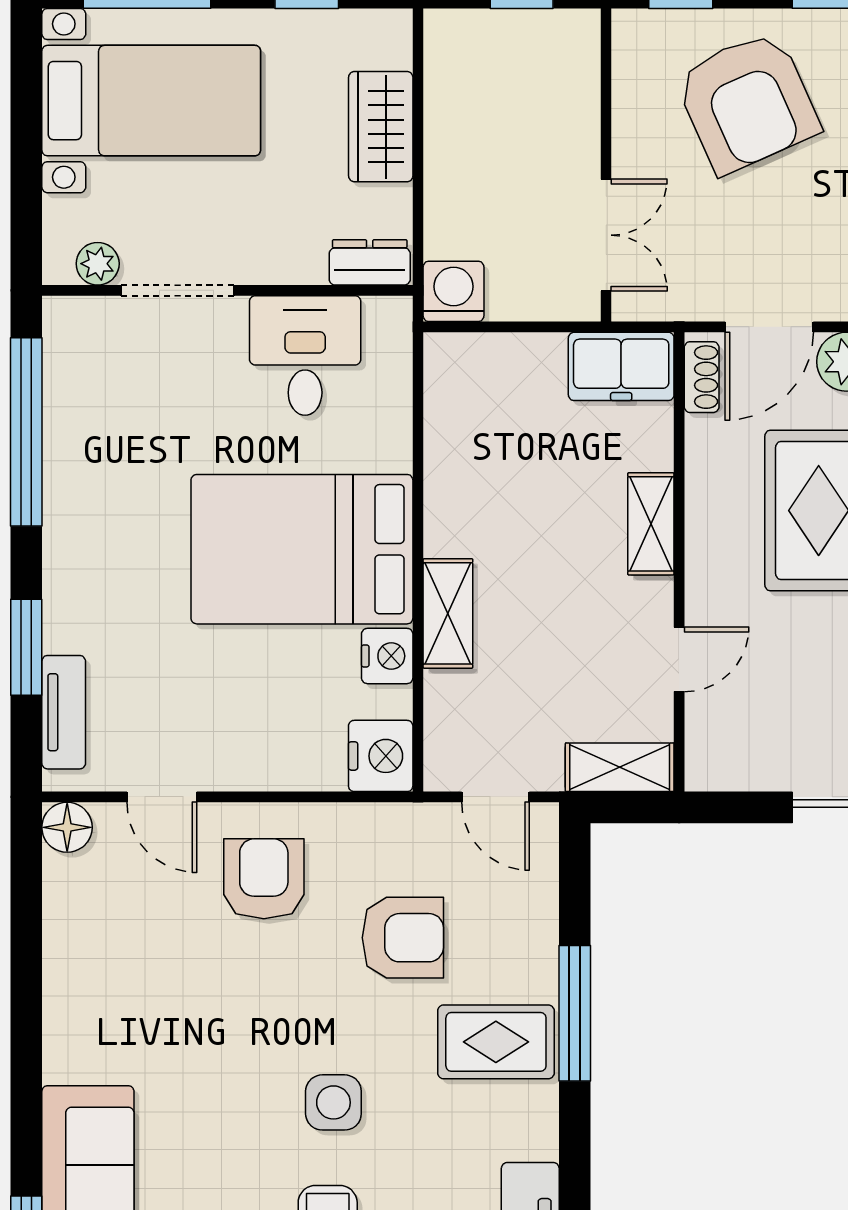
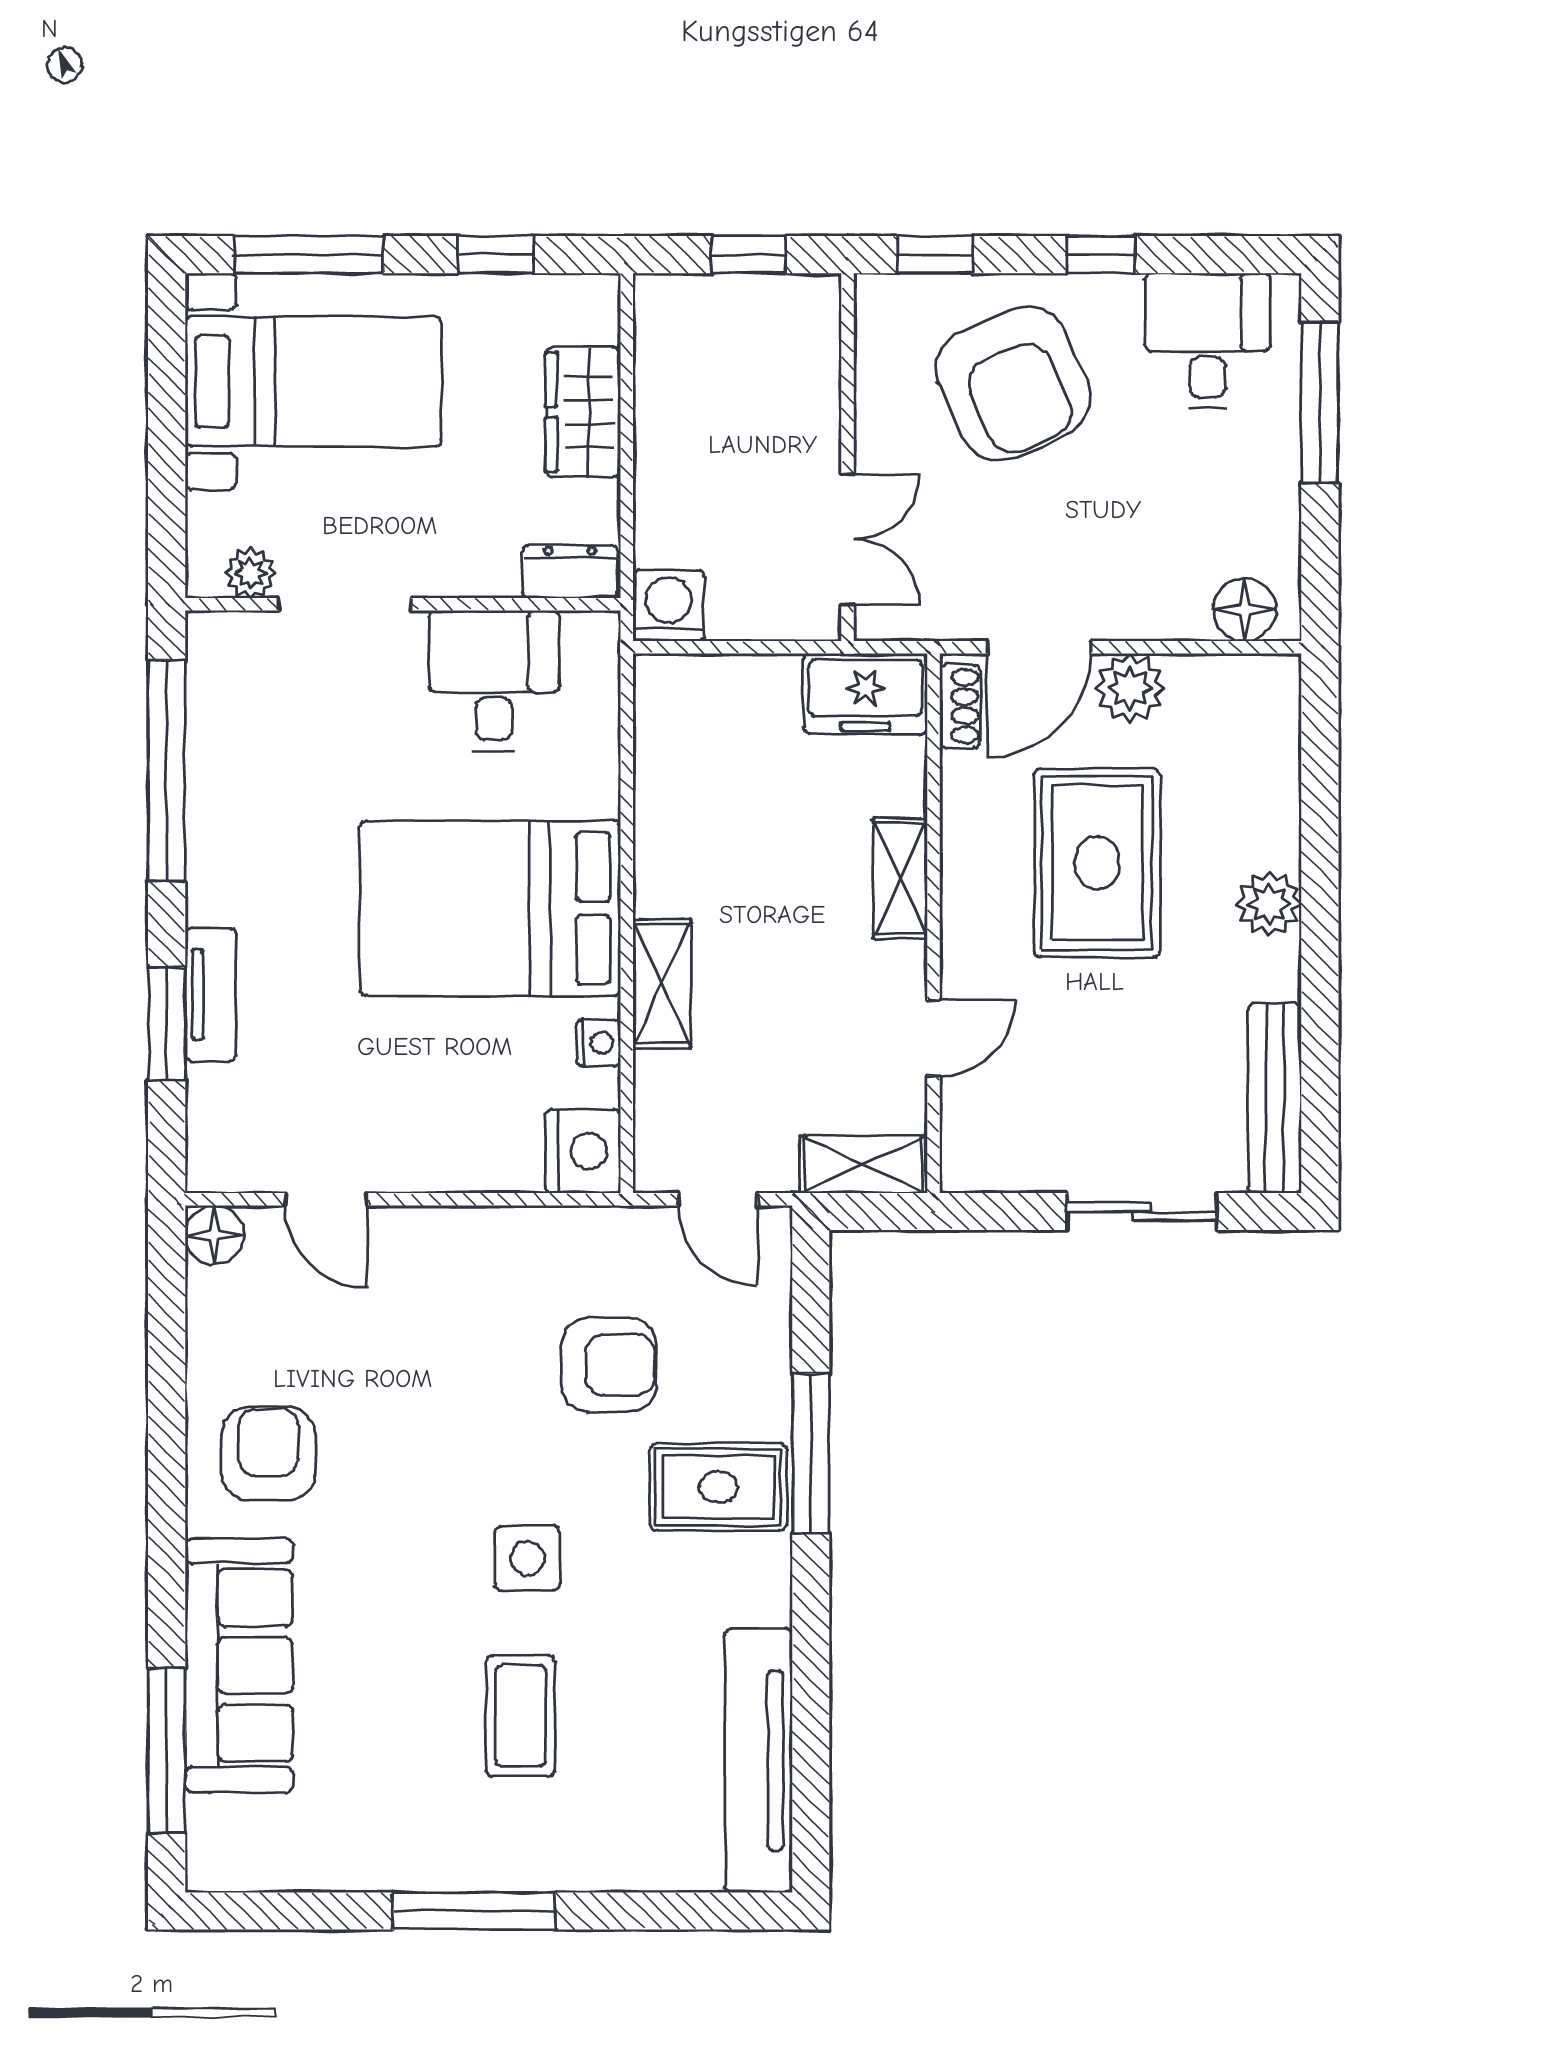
nightstand: (387, 656) -> (598, 1043), width x0.72, depth x0.74
tv unit: (64, 712) -> (211, 994), moved
armchair: (264, 879) -> (268, 1454), moved

